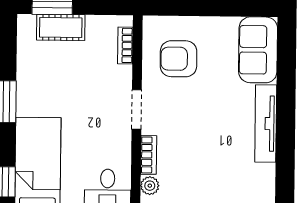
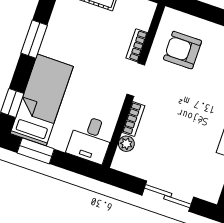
bookcase: (125, 45) -> (137, 45), moved

